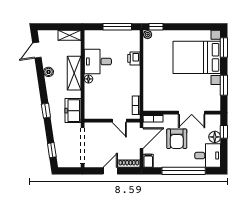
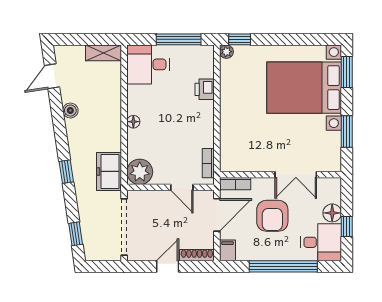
desk: (98, 62) -> (148, 64), moved
shelving: (74, 73) -> (111, 112), removed
plant: (93, 111) -> (140, 172), added
window: (224, 132) -> (347, 226), moved

